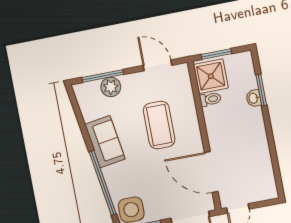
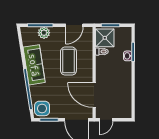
door: (157, 65) -> (74, 25), swing flipped
sofa: (105, 142) -> (34, 65), width x1.36

